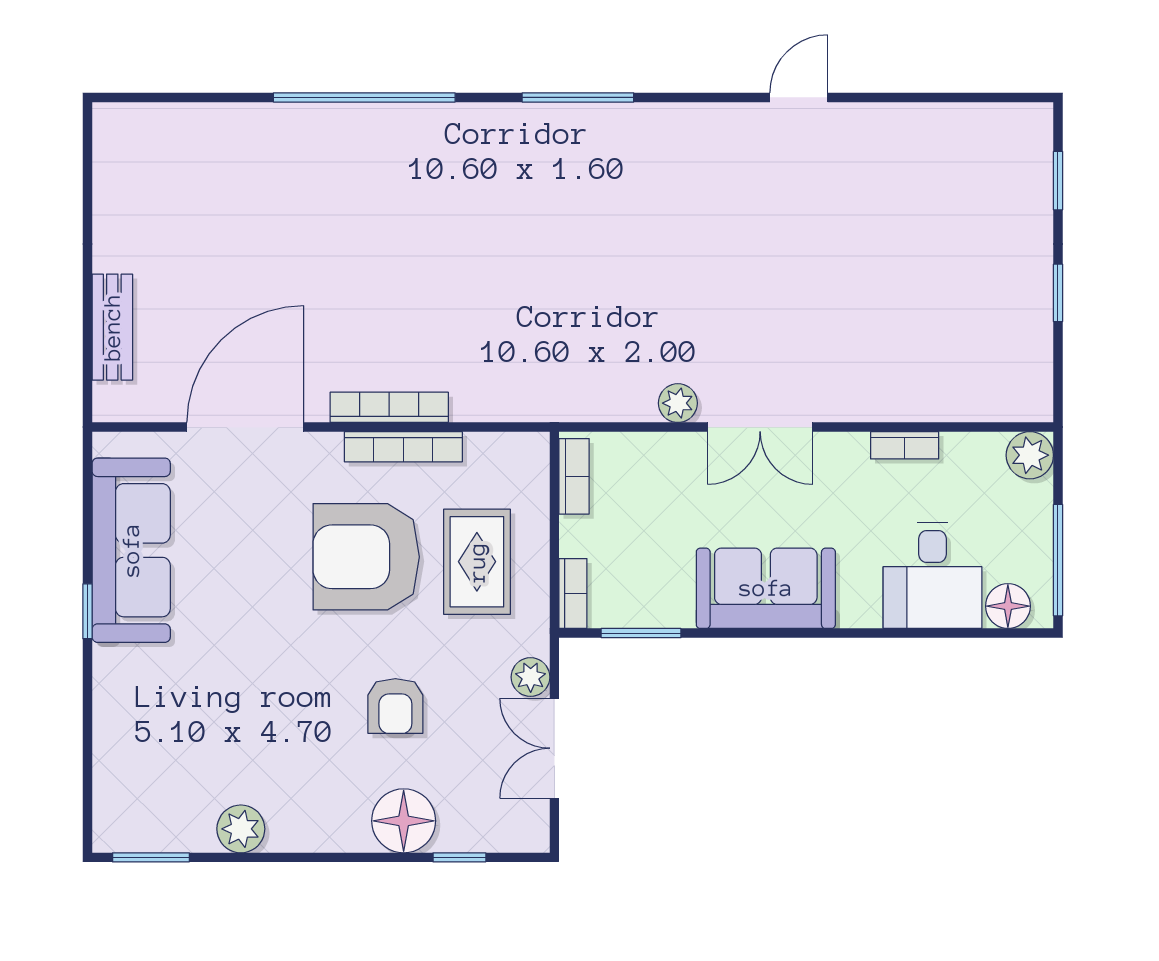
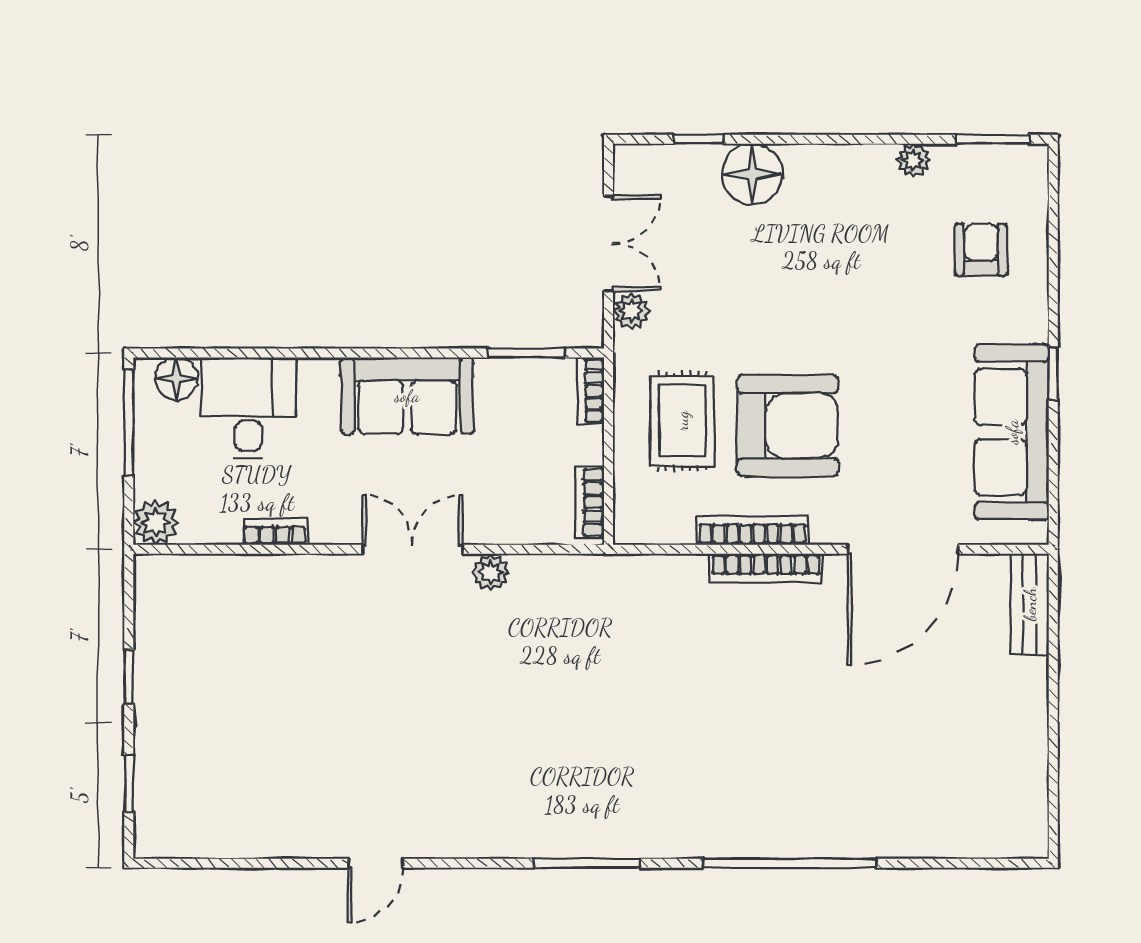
bench: (112, 327) -> (1030, 604), moved
armchair: (395, 706) -> (981, 250), moved
plant: (241, 829) -> (913, 160), width x0.73, depth x0.73

